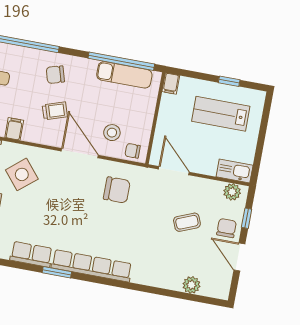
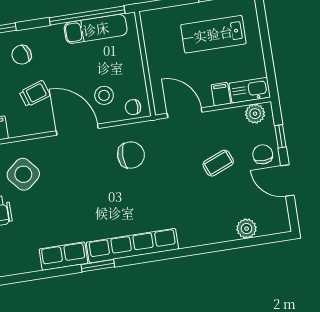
filing cabinet: (171, 84) -> (221, 94), moved, turned 180

